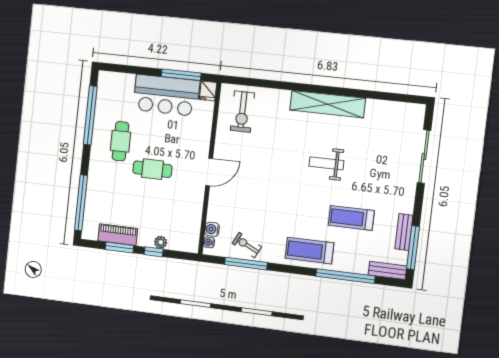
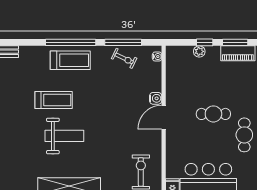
weight bench: (326, 163) -> (64, 136), width x1.36, depth x1.33
treadmill: (351, 218) -> (54, 100), moved
water cooler: (212, 229) -> (156, 98), moved
window: (345, 276) -> (71, 42), moved

